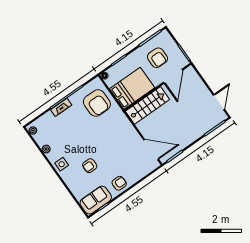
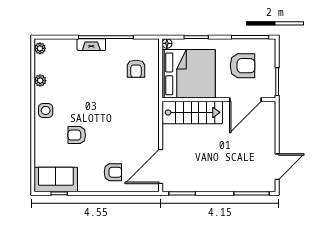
armchair: (157, 58) -> (243, 66), turned -90
bed: (132, 88) -> (189, 74), width x1.36
armchair: (97, 103) -> (136, 69), width x0.53, depth x0.53
door: (151, 150) -> (161, 166), swing flipped
armchair: (119, 183) -> (113, 172), moved

